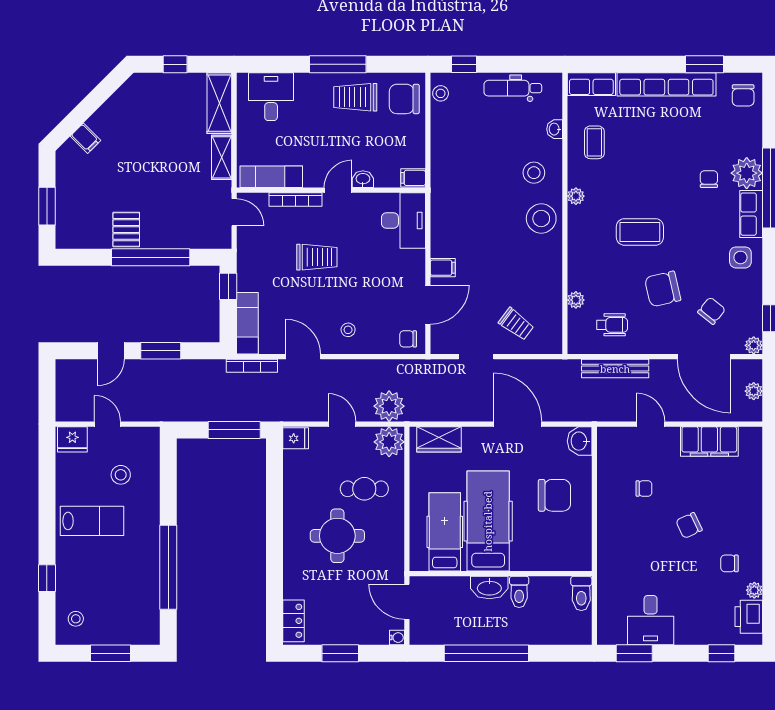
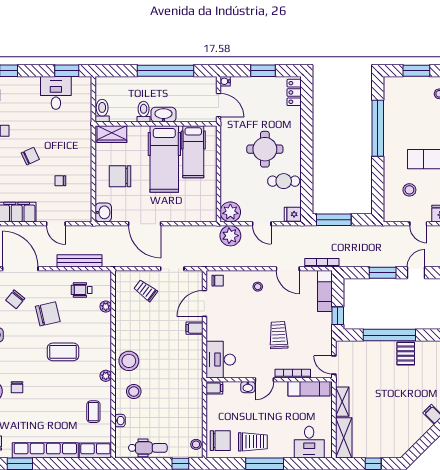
trolley: (317, 257) -> (279, 335), turned 87
wardrobe: (439, 439) -> (112, 134), moved, turned 180
cafe table: (364, 489) -> (284, 181), moved

